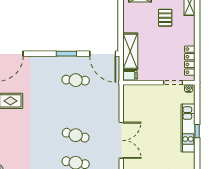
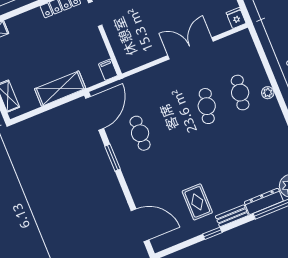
pallet: (165, 18) -> (21, 55), removed
shelving: (130, 51) -> (60, 89), moved

